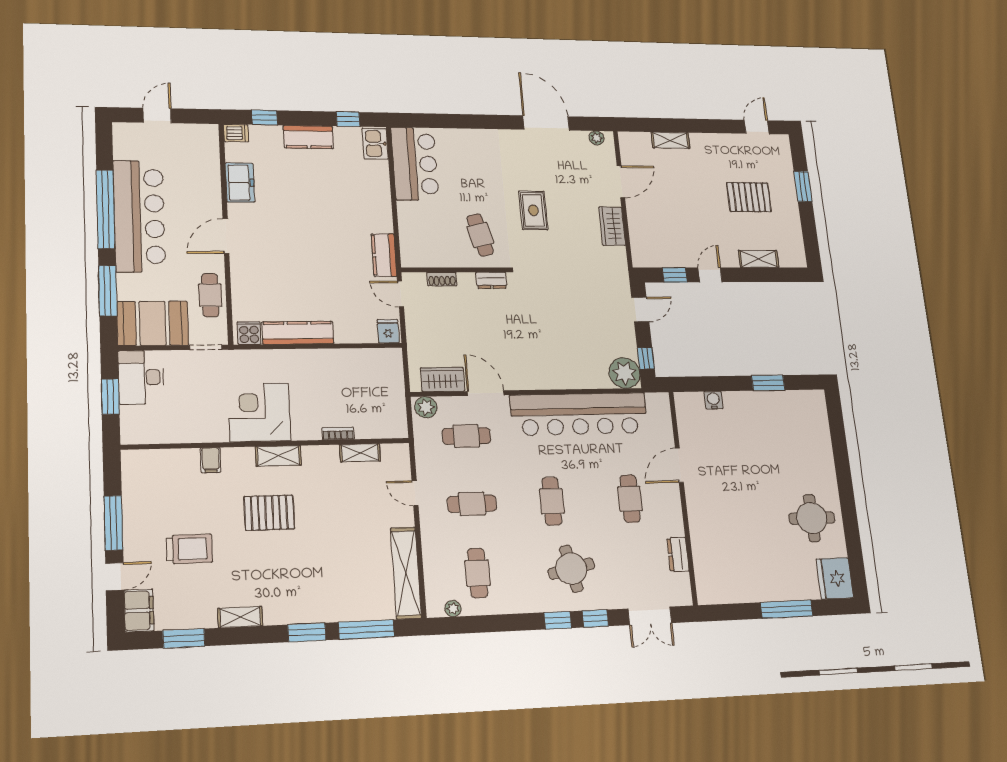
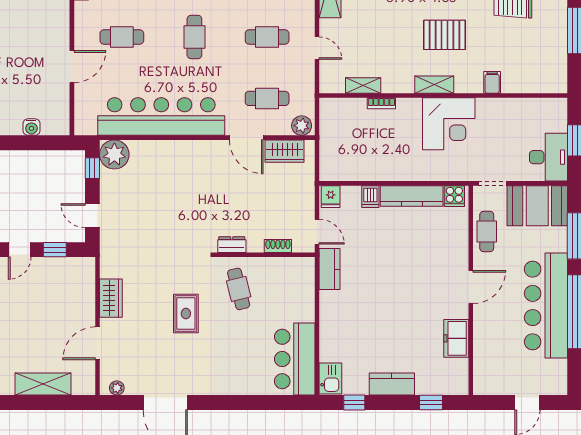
dishwasher: (236, 133) -> (370, 197), moved, turned -90
shelving: (670, 140) -> (43, 384), width x1.50, depth x1.33
door: (640, 309) -> (92, 216), hinge flipped
cafe table: (630, 499) -> (122, 37), turned 90

